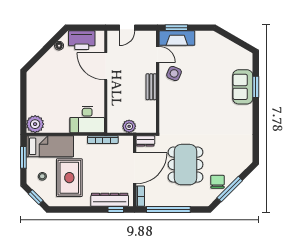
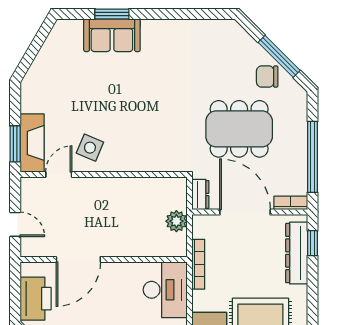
bench: (151, 87) -> (112, 185), removed

